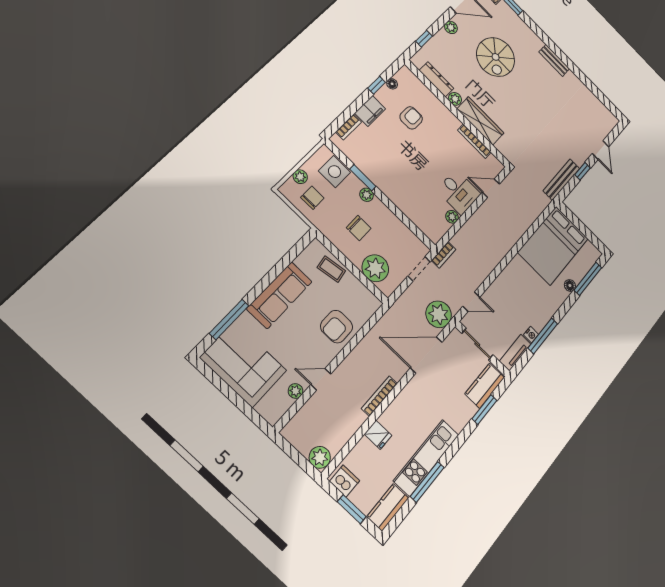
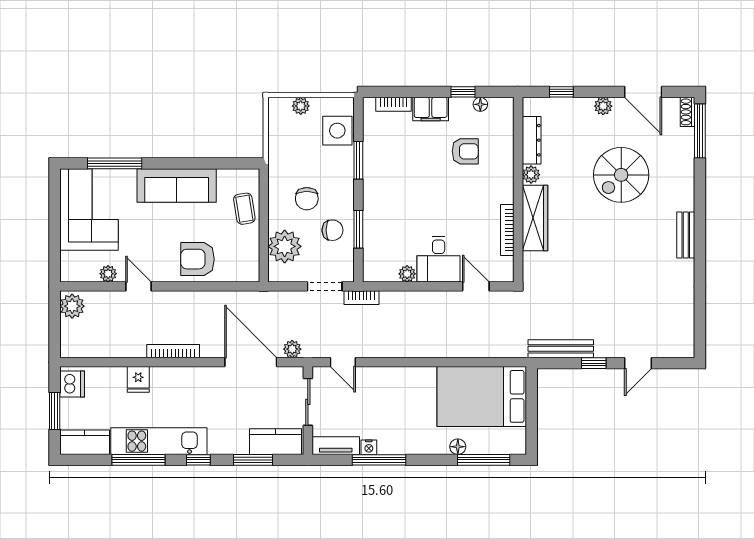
plant: (367, 195) -> (346, 178), removed
chair: (312, 198) -> (332, 230), moved
window: (403, 218) -> (358, 229), added
plant: (439, 314) -> (292, 349), width x0.53, depth x0.53
window: (458, 443) -> (198, 460), added
plant: (320, 457) -> (72, 306), moved

